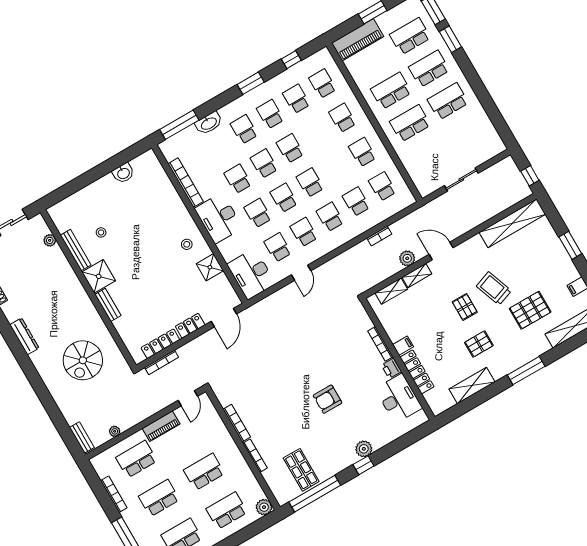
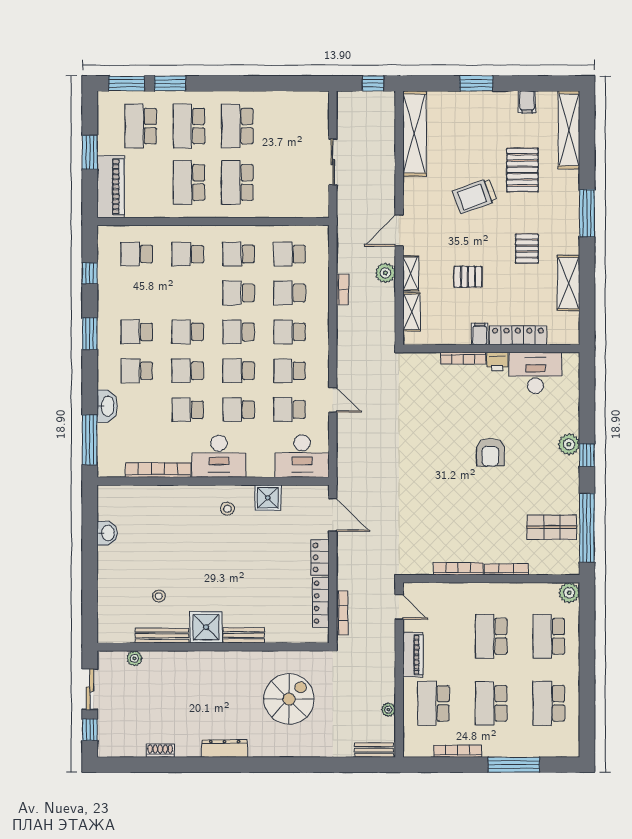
school desk: (296, 99) -> (239, 293), moved
pallet: (465, 307) -> (468, 277), moved
spiral stairs: (83, 360) -> (289, 699), turned -90

